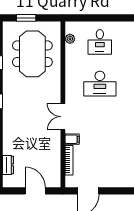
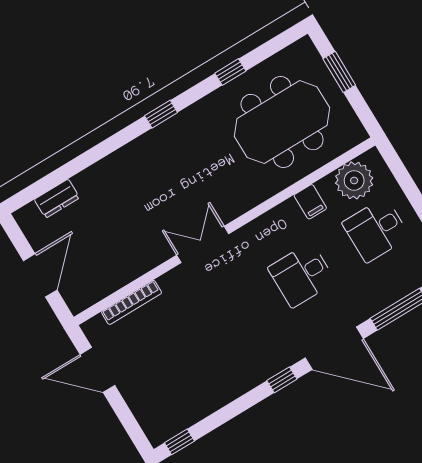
plant: (70, 39) -> (354, 180), width x1.88, depth x1.88
desk: (100, 84) -> (302, 275), width x0.73
filing cabinet: (72, 139) -> (310, 202), moved

